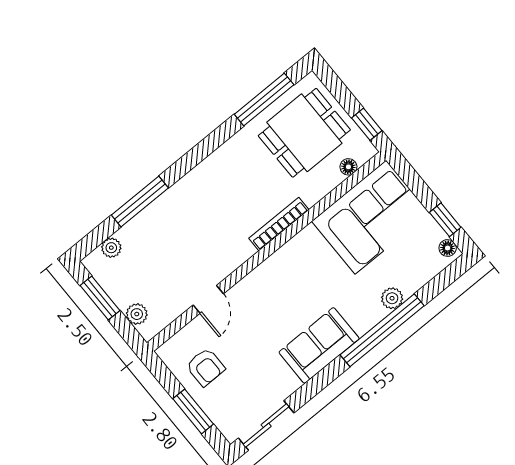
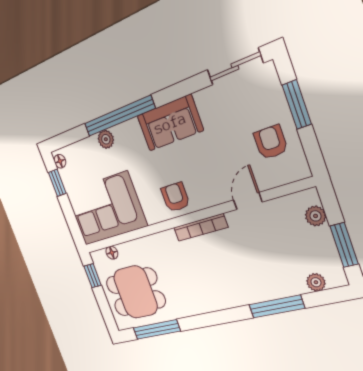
bookcase: (279, 224) -> (201, 227), moved
armchair: (289, 269) -> (175, 197), added

